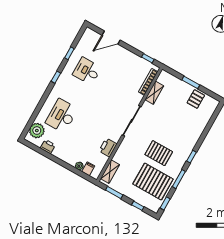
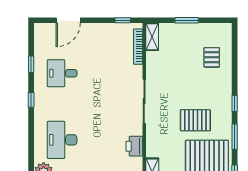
shelving: (154, 93) -> (152, 37), moved
pallet: (196, 99) -> (212, 57), moved

